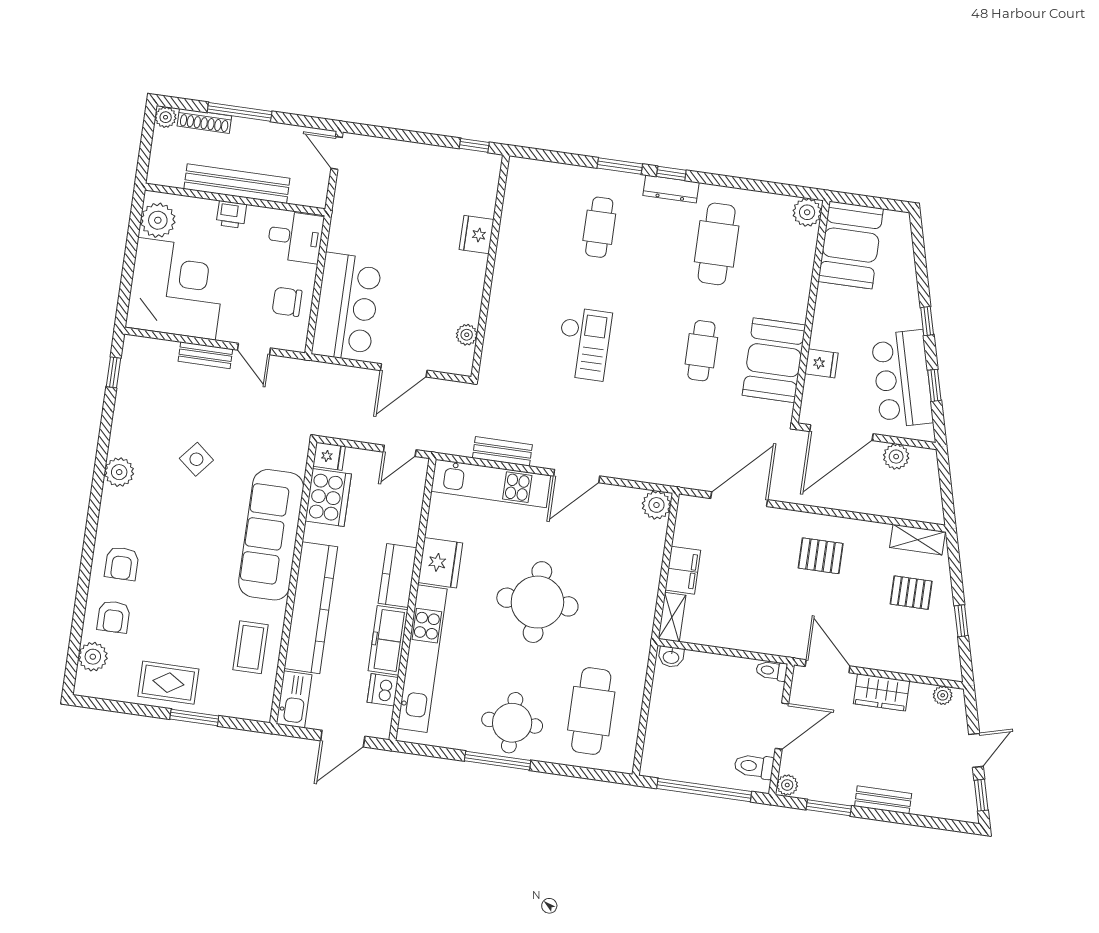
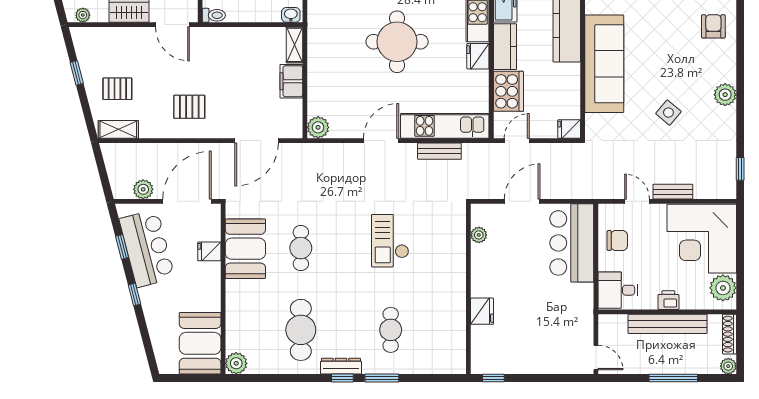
shoe rack: (204, 121) -> (729, 334), moved, turned -90
cooker: (328, 497) -> (508, 91), moved, turned 180
fridge: (440, 563) -> (478, 56), width x0.73, depth x0.75

